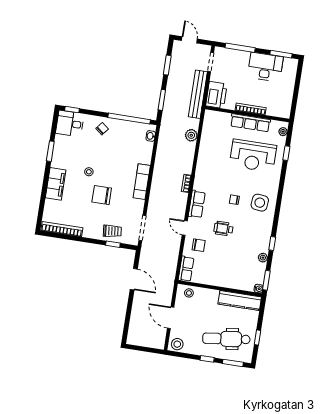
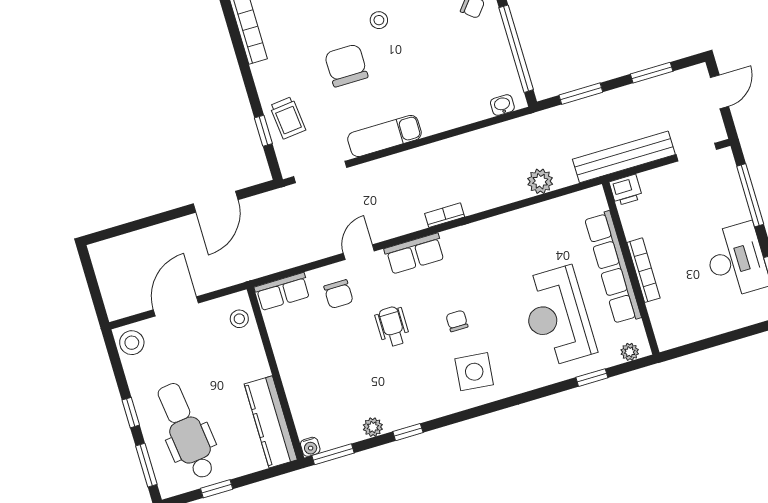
printer: (216, 95) -> (626, 190), width x0.53, depth x0.68
row of seats: (250, 123) -> (613, 268), width x1.36
exam couch: (142, 182) -> (384, 136), moved

